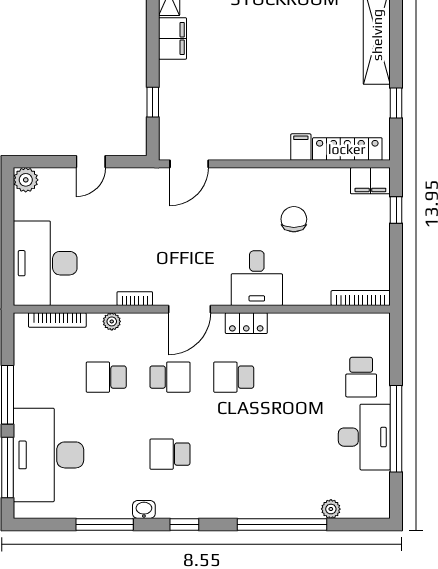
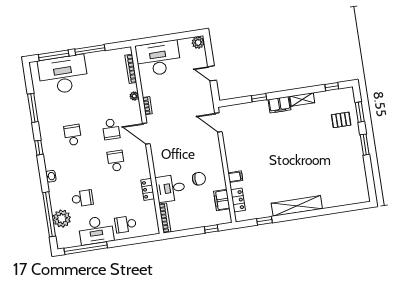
window: (153, 102) -> (259, 98), moved
locker: (347, 149) -> (238, 200), width x0.66
filing cabinet: (370, 181) -> (222, 200), moved
desk: (257, 278) -> (170, 188), moved
locker: (246, 323) -> (148, 189), moved
school desk: (106, 377) -> (82, 198), moved, turned 90
window: (396, 429) -> (86, 248), moved
washbasin: (144, 509) -> (51, 176), moved
plant: (331, 509) -> (62, 219), width x1.88, depth x1.88
window: (282, 524) -> (49, 214), moved

